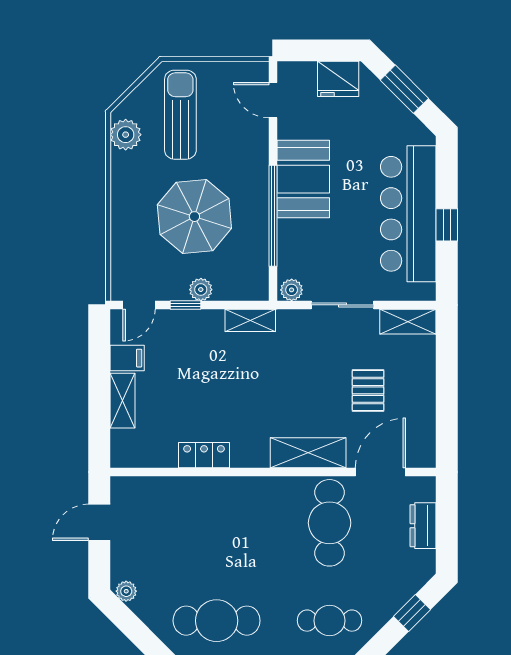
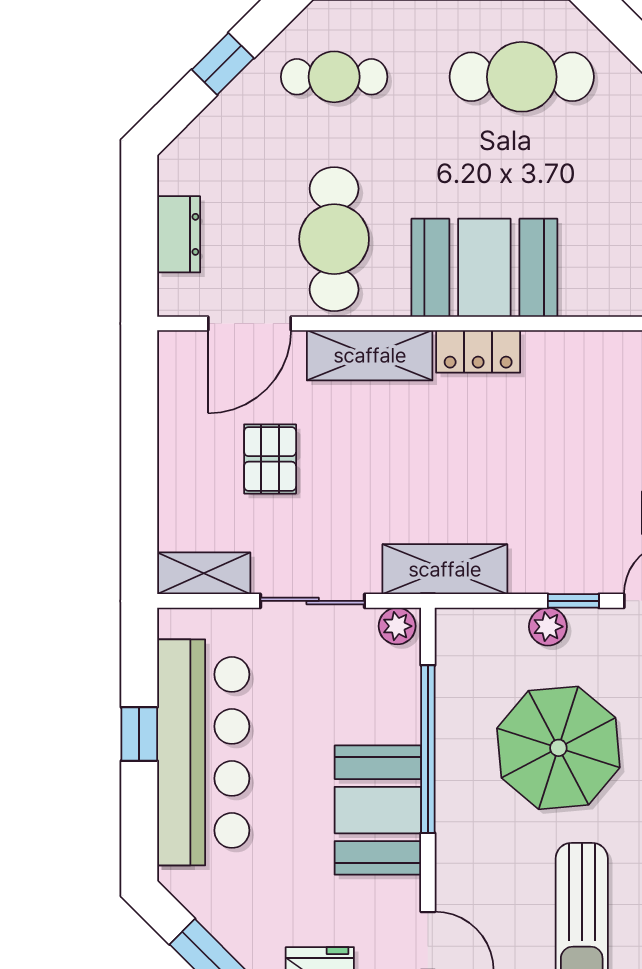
shelving: (250, 320) -> (445, 569), width x1.50, depth x1.33
locker: (204, 455) -> (478, 351), moved
booth: (239, 506) -> (484, 268), added
window: (412, 613) -> (223, 64), moved

